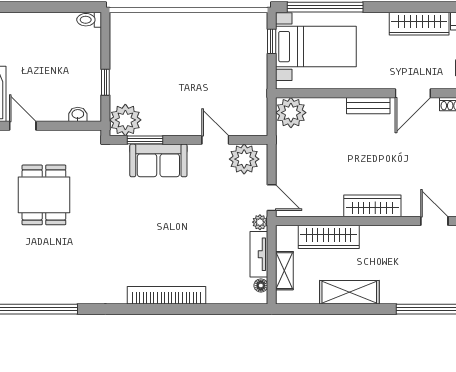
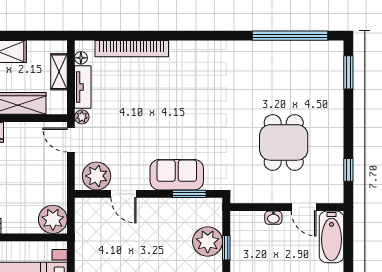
washbasin: (78, 114) -> (273, 218), moved
plant: (125, 120) -> (208, 242), moved
bookcase: (166, 295) -> (132, 49), moved

